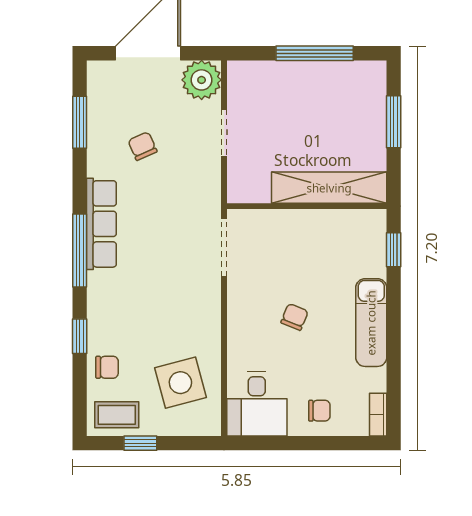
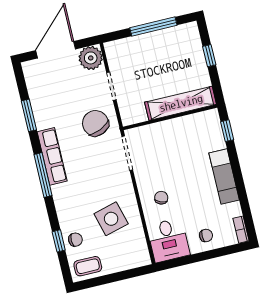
window: (80, 122) -> (29, 115), moved
window: (394, 122) -> (209, 56), width x0.67
chair: (142, 146) -> (95, 123), moved, width x1.87, depth x1.87
chair: (295, 317) -> (161, 198), moved
window: (80, 336) -> (59, 241), moved
side table: (180, 383) -> (111, 219), moved
window: (140, 443) -> (106, 279), removed

